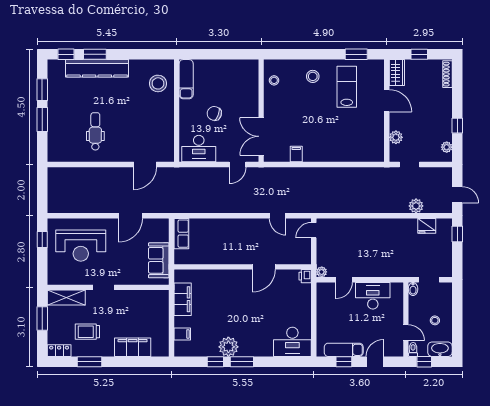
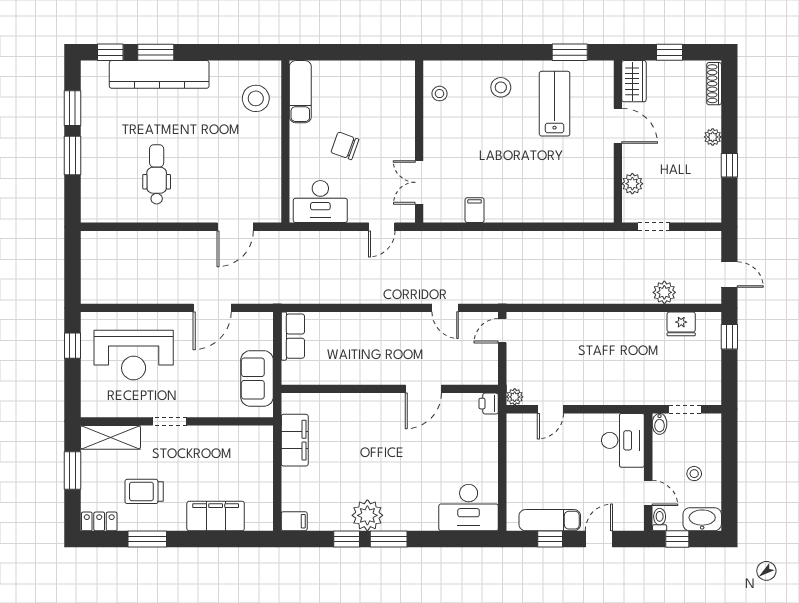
double door: (261, 136) -> (419, 182), width x0.73
plant: (447, 147) -> (713, 137), moved
desk: (373, 296) -> (623, 440), moved, turned 90
filing cabinet: (182, 334) -> (294, 521), moved

